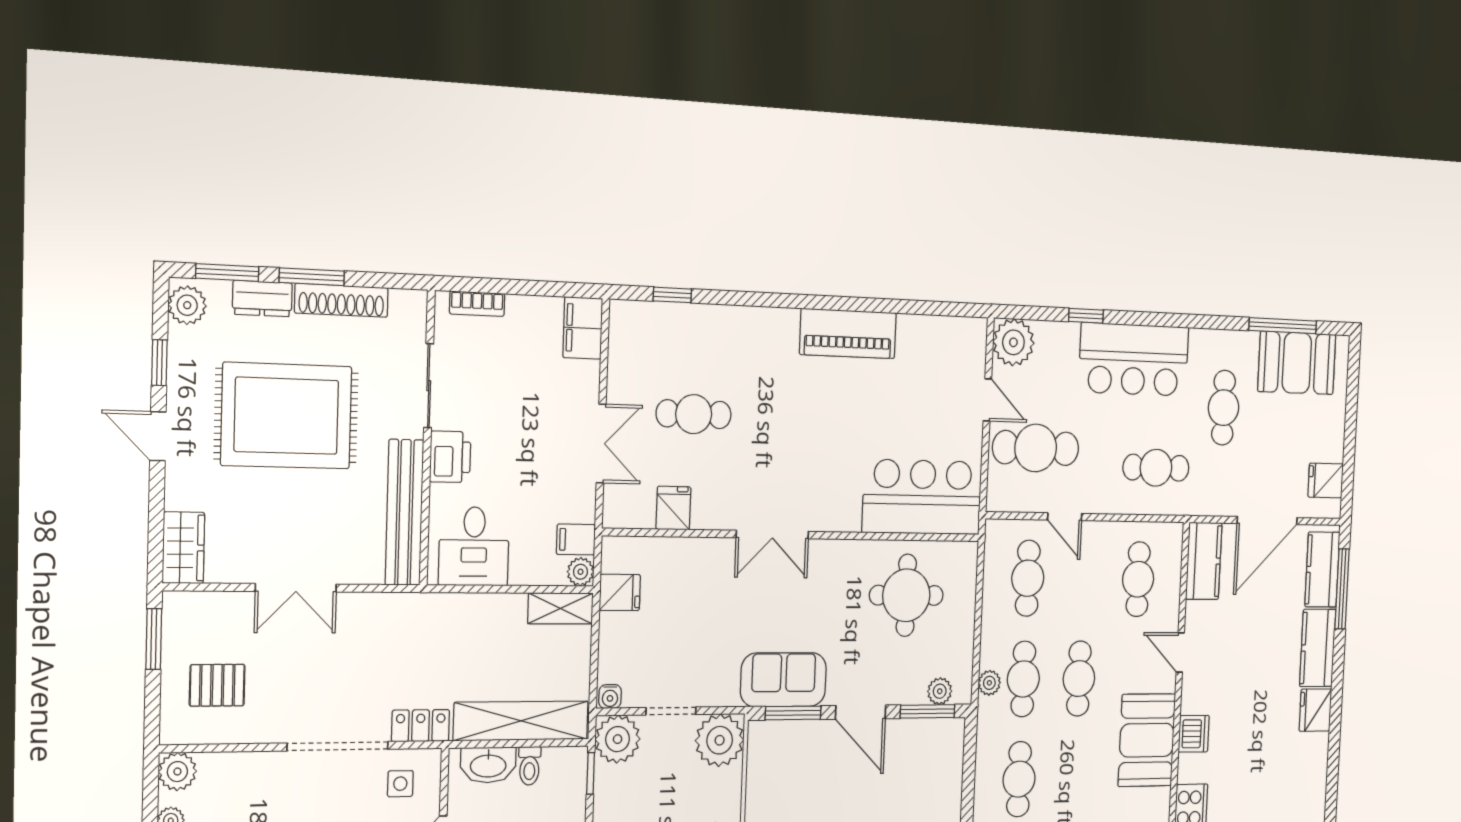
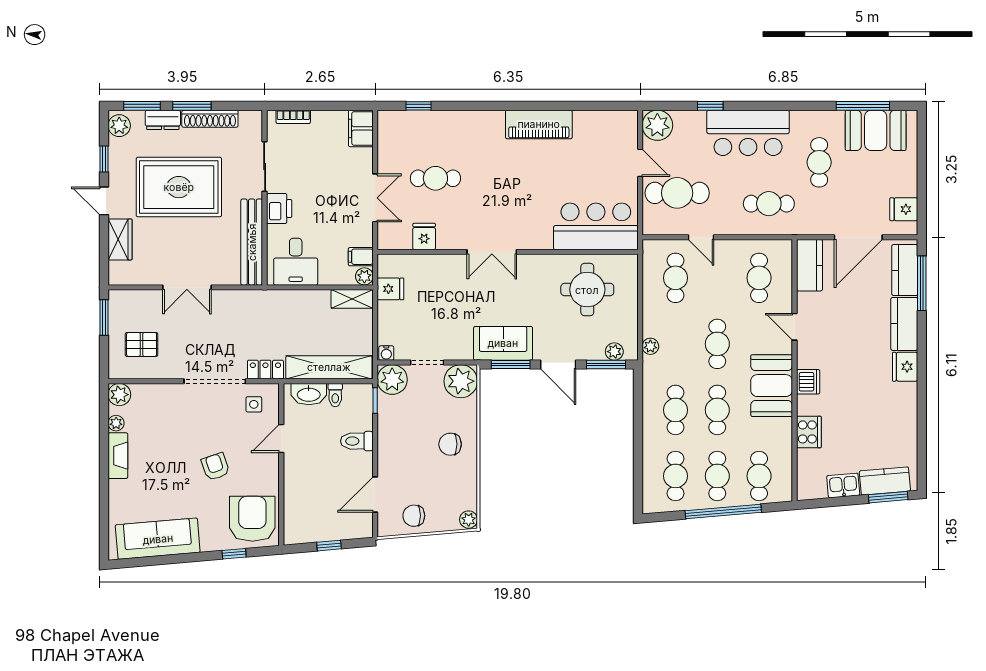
wardrobe: (183, 548) -> (120, 239), moved
cafe table: (1023, 679) -> (717, 410), moved

